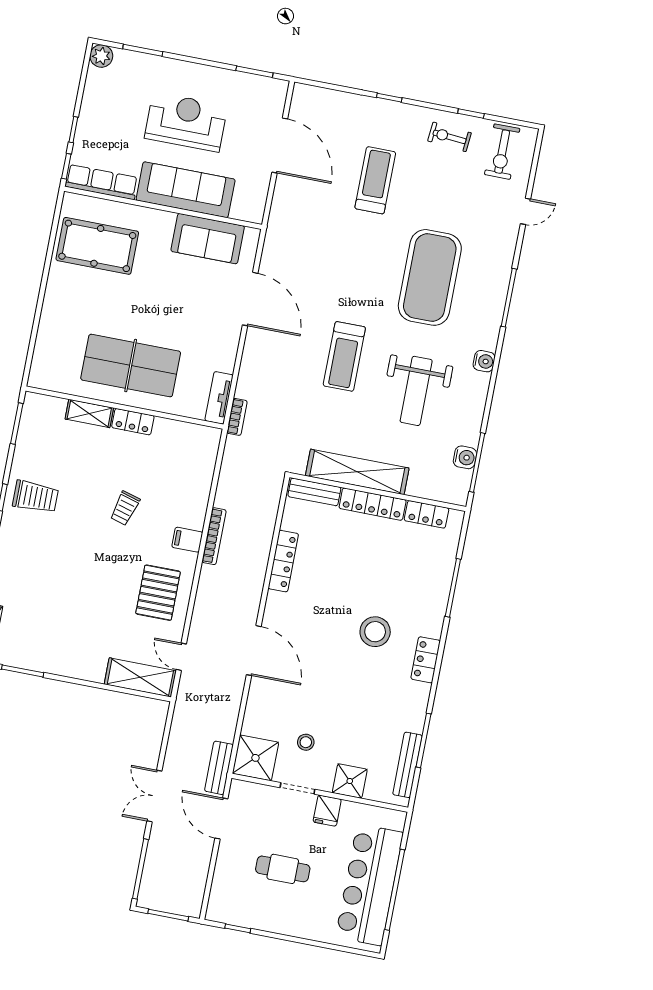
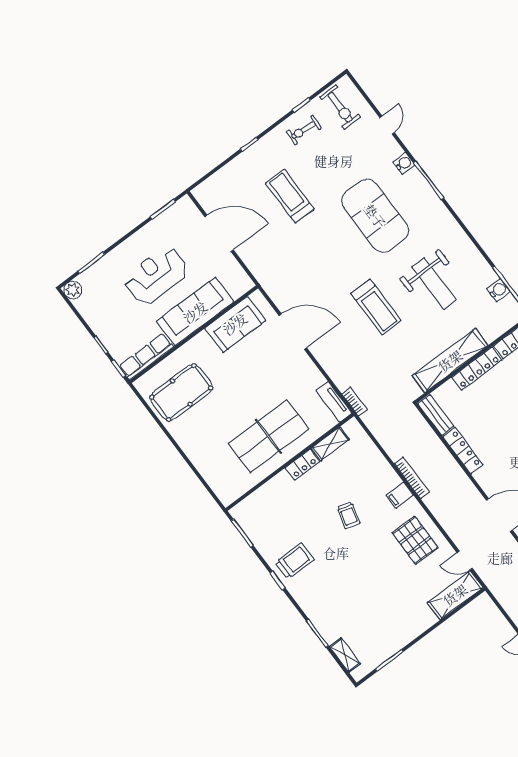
water cooler: (484, 361) -> (404, 163), moved
shelving: (89, 413) -> (330, 444), moved
bench: (314, 492) -> (436, 415), moved, turned 90

